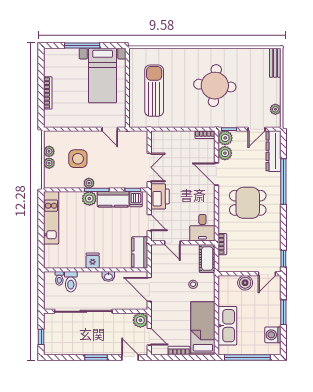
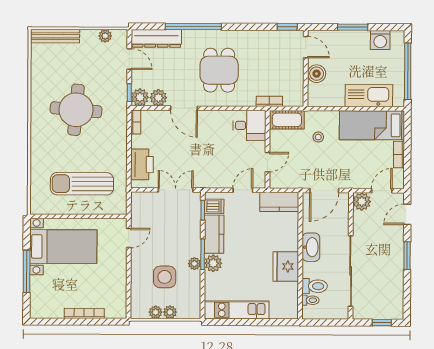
bench: (275, 63) -> (55, 36), width x1.36
door: (216, 174) -> (184, 108), hinge flipped
printer: (160, 196) -> (142, 164), moved, turned 90
fridge: (93, 261) -> (286, 266), width x1.88, depth x1.34
washbasin: (108, 276) -> (311, 247), width x1.91, depth x1.45

